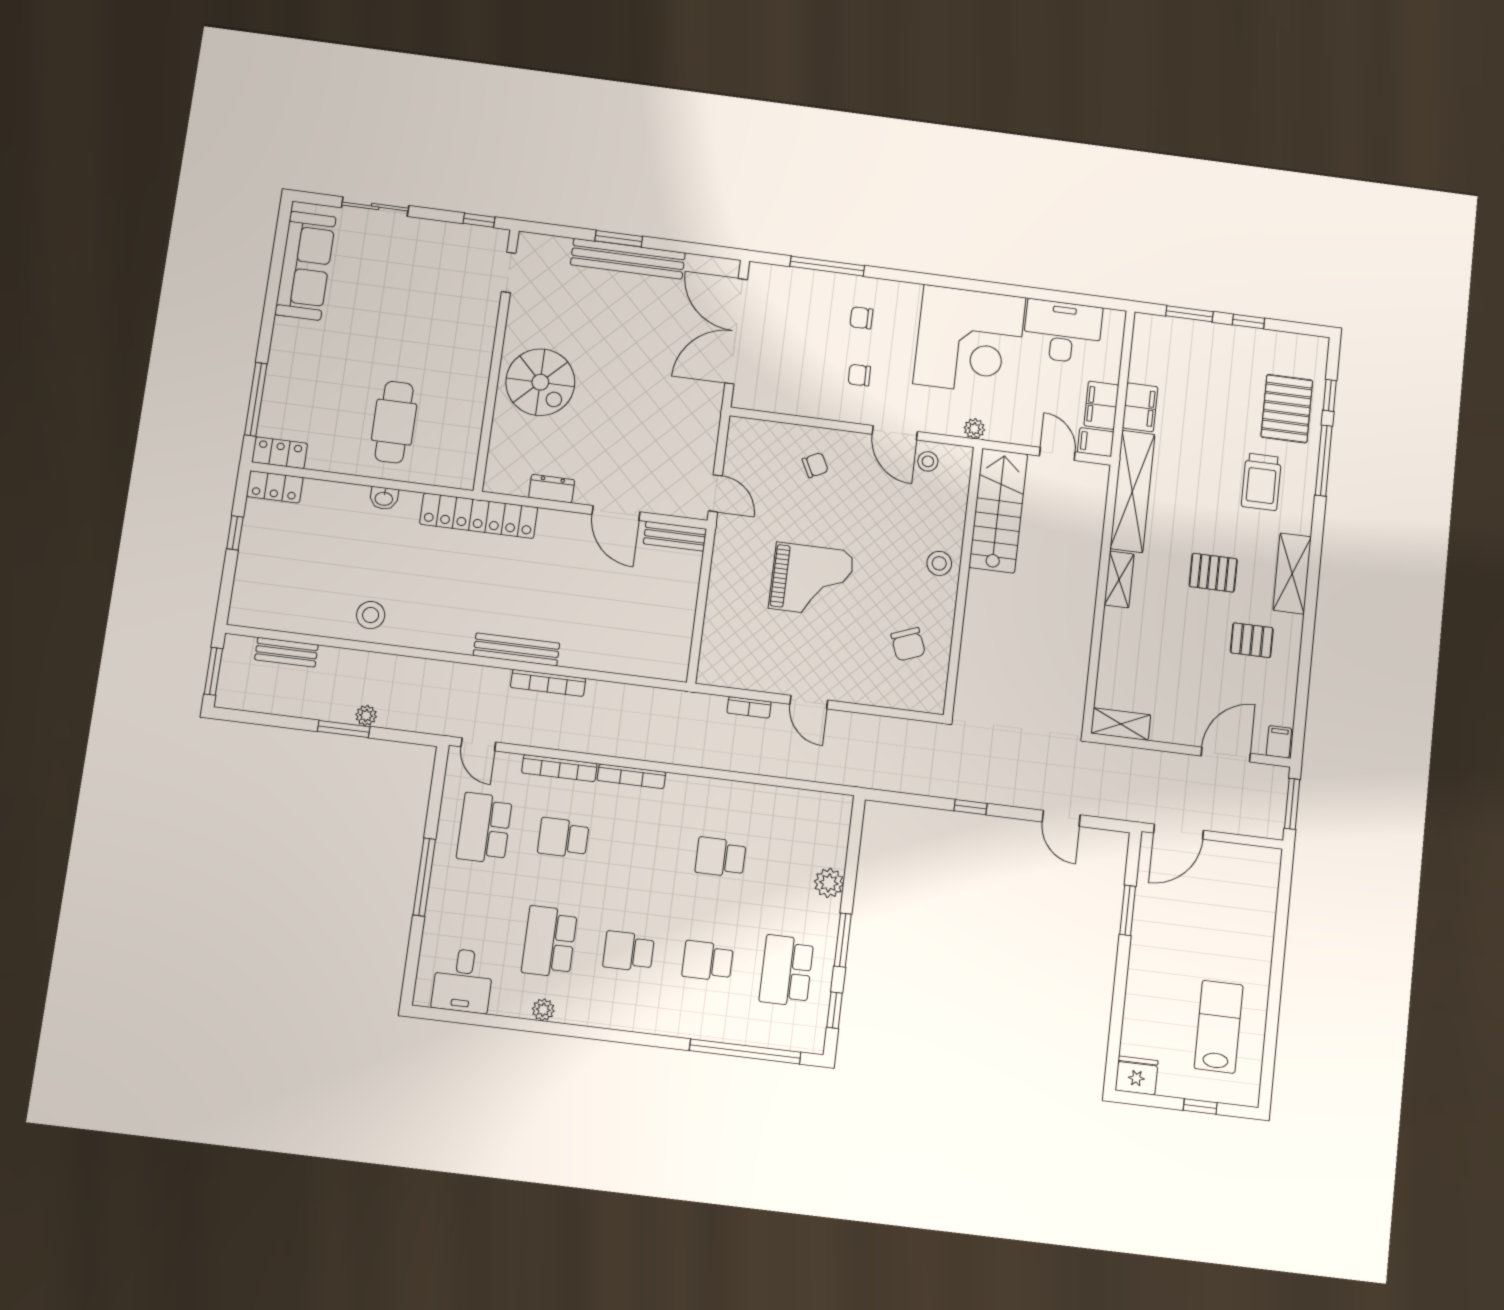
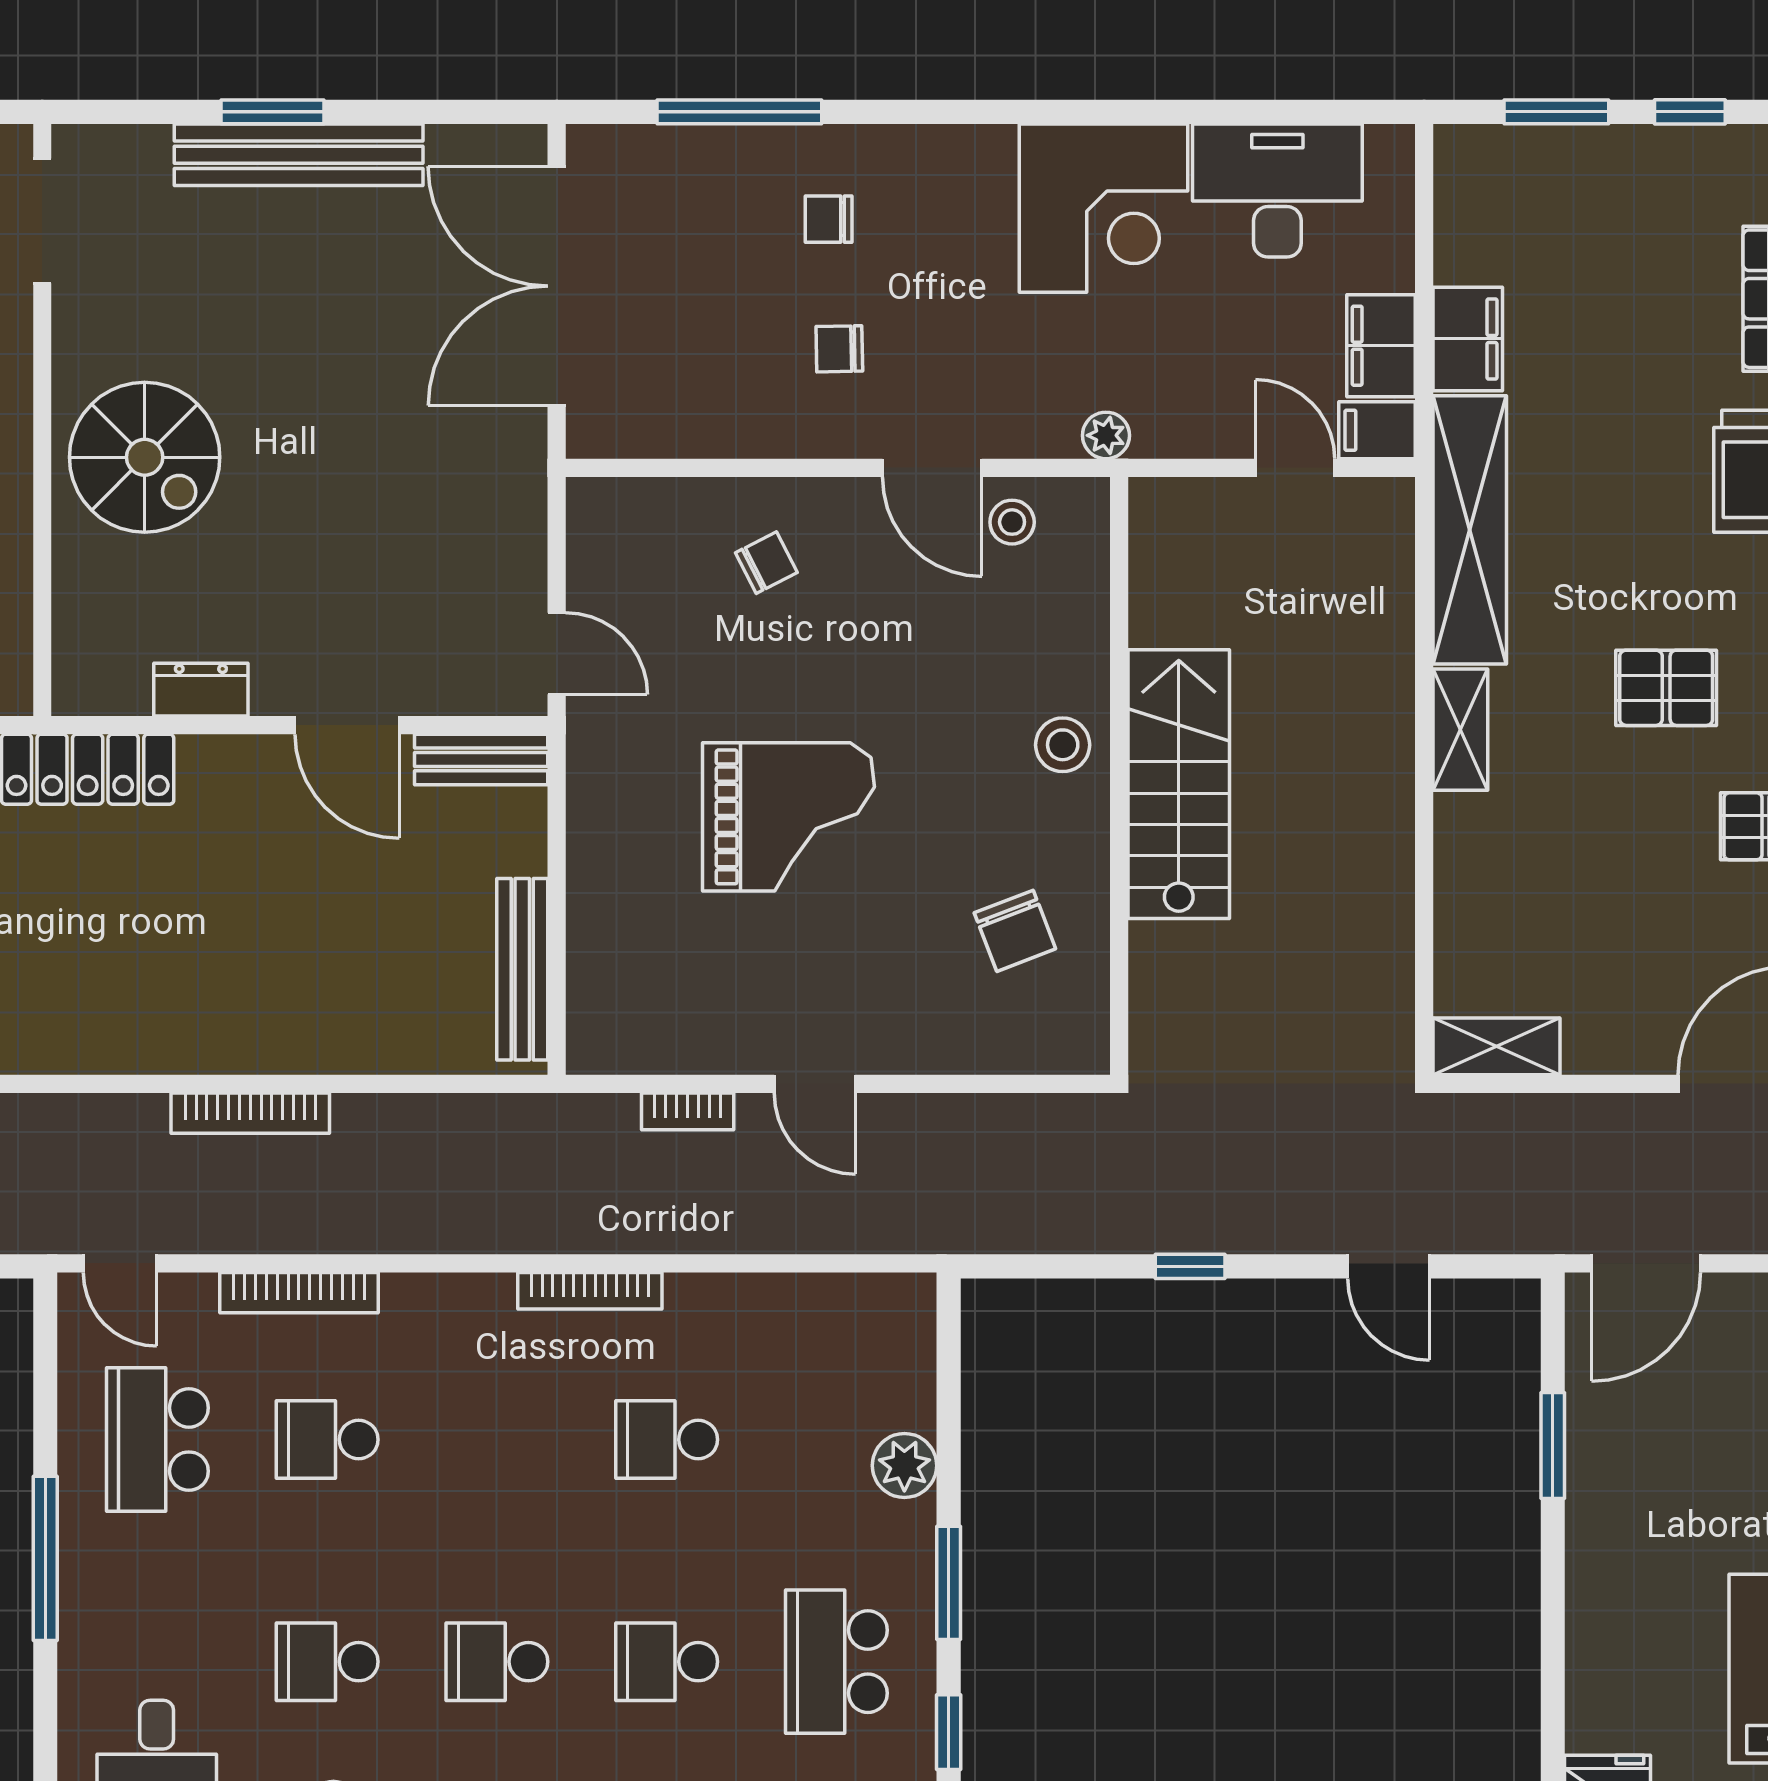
doorway: (509, 272) -> (42, 221), width x1.38
corner desk: (969, 341) -> (1104, 208), width x0.74, depth x0.74
stairs: (998, 511) -> (1179, 784), moved
bench: (516, 649) -> (522, 969), moved, turned 90
bookcase: (631, 776) -> (590, 1291), moved
school desk: (549, 942) -> (327, 1662), width x0.54

